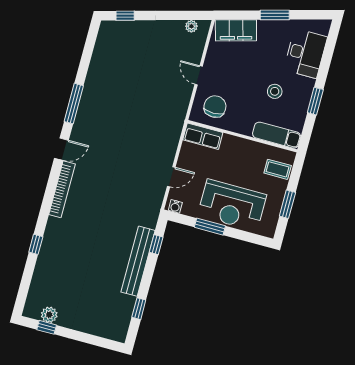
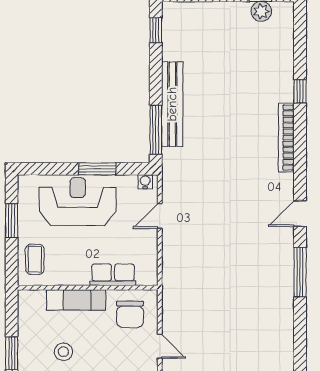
exam couch: (277, 135) -> (76, 300), moved
row of seats: (203, 136) -> (113, 275), moved
coffee table: (278, 169) -> (35, 259), turned 90
bookcase: (62, 189) -> (286, 138), moved
window: (156, 245) -> (156, 130), width x2.17
window: (139, 309) -> (156, 30), moved

